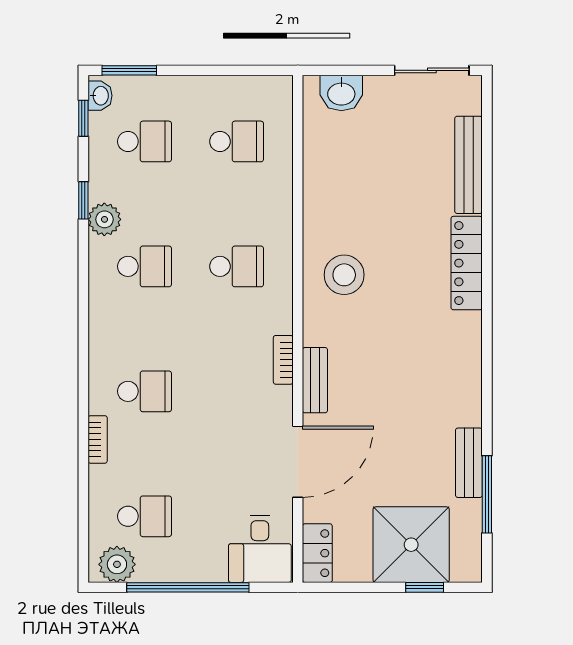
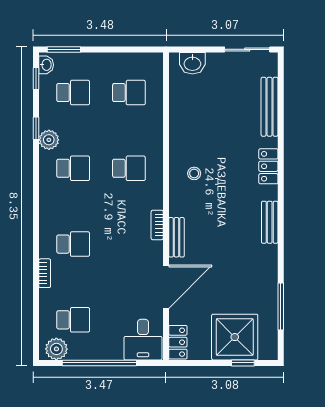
locker: (467, 263) -> (268, 166), width x0.66
stool: (344, 275) -> (194, 173), width x0.53, depth x0.53
bench: (469, 463) -> (270, 222), moved

